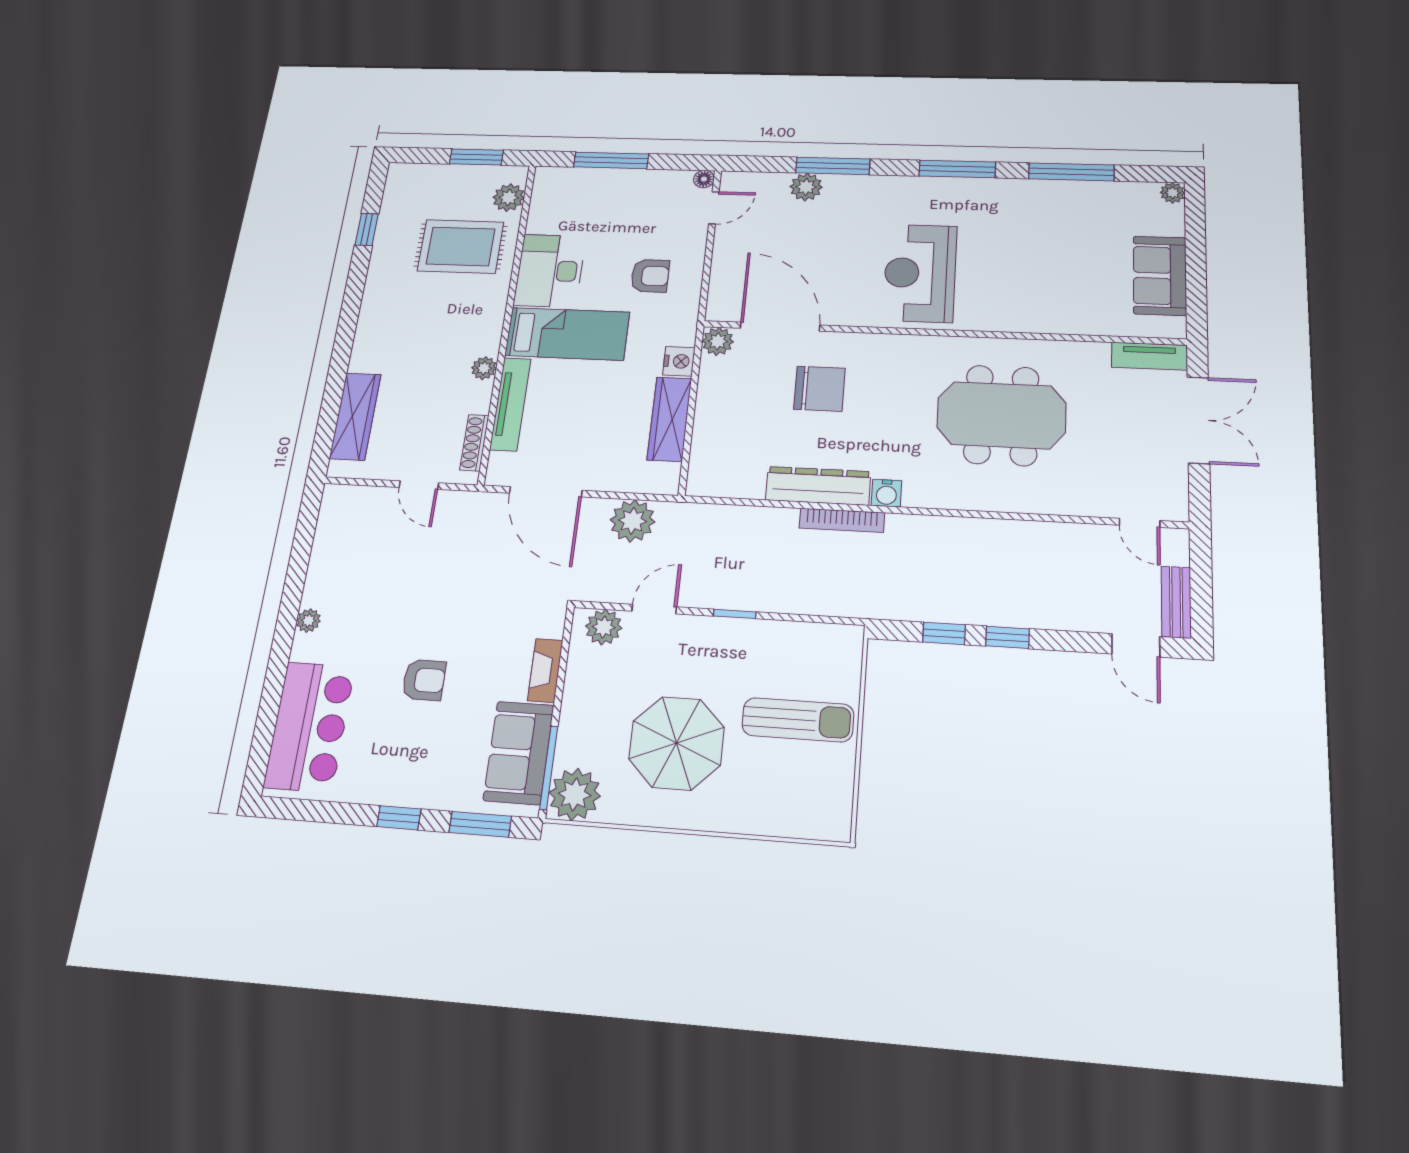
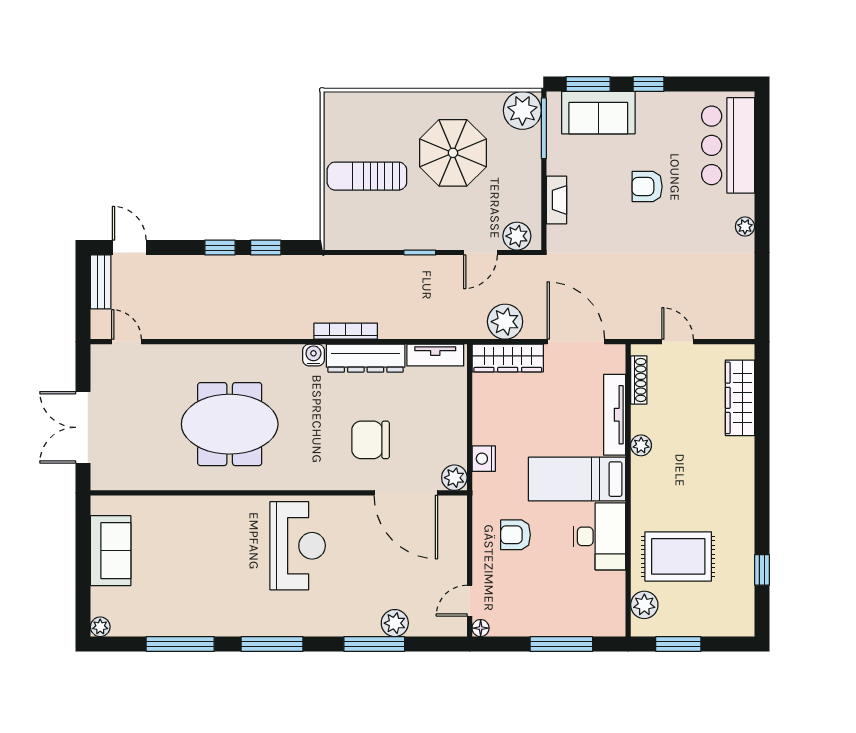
tv unit: (1149, 356) -> (435, 355), moved, turned 180
wardrobe: (669, 419) -> (508, 358), moved, turned 90
sofa: (519, 753) -> (598, 113), moved, turned 90

